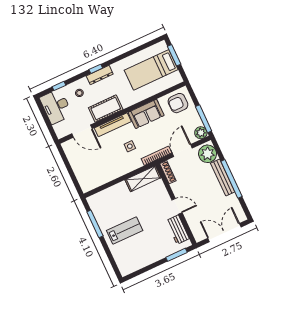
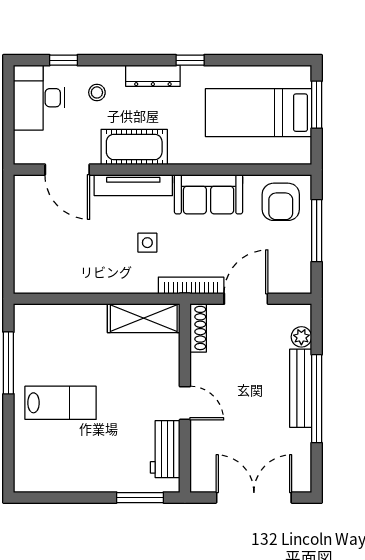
window: (96, 69) -> (190, 60), moved
armchair: (178, 103) -> (281, 202), turned -90
window: (204, 119) -> (317, 231), moved
plant: (201, 133) -> (299, 281), removed
plant: (208, 154) -> (301, 337), width x0.53, depth x0.53

